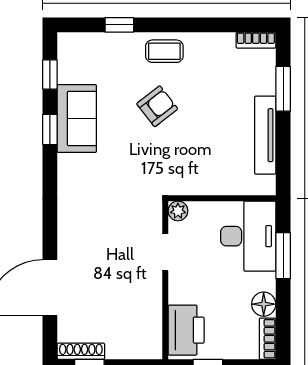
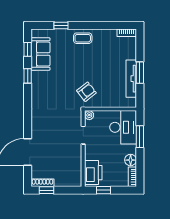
window: (283, 89) -> (140, 73), moved
armchair: (157, 106) -> (86, 92), moved
sofa: (77, 118) -> (40, 54), moved

